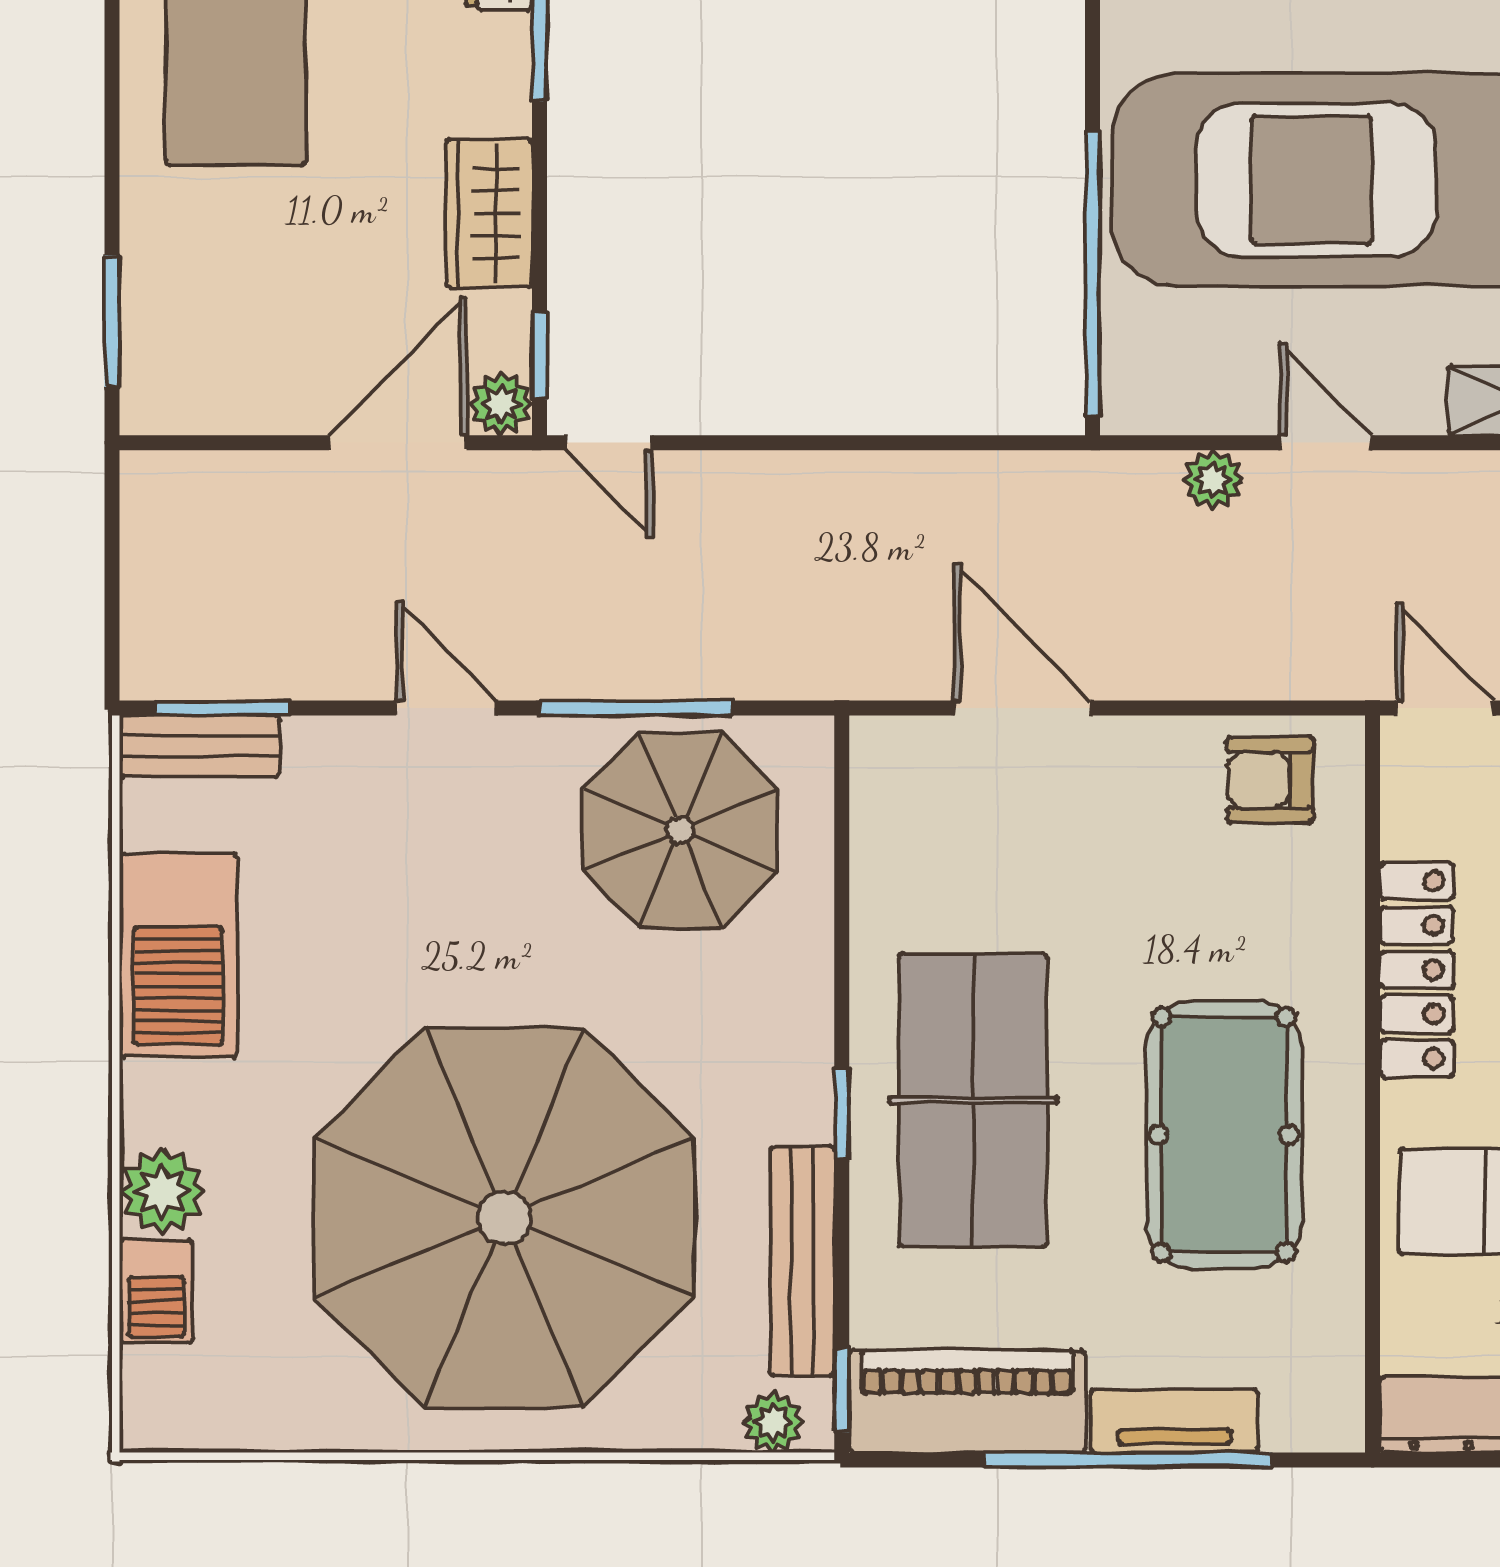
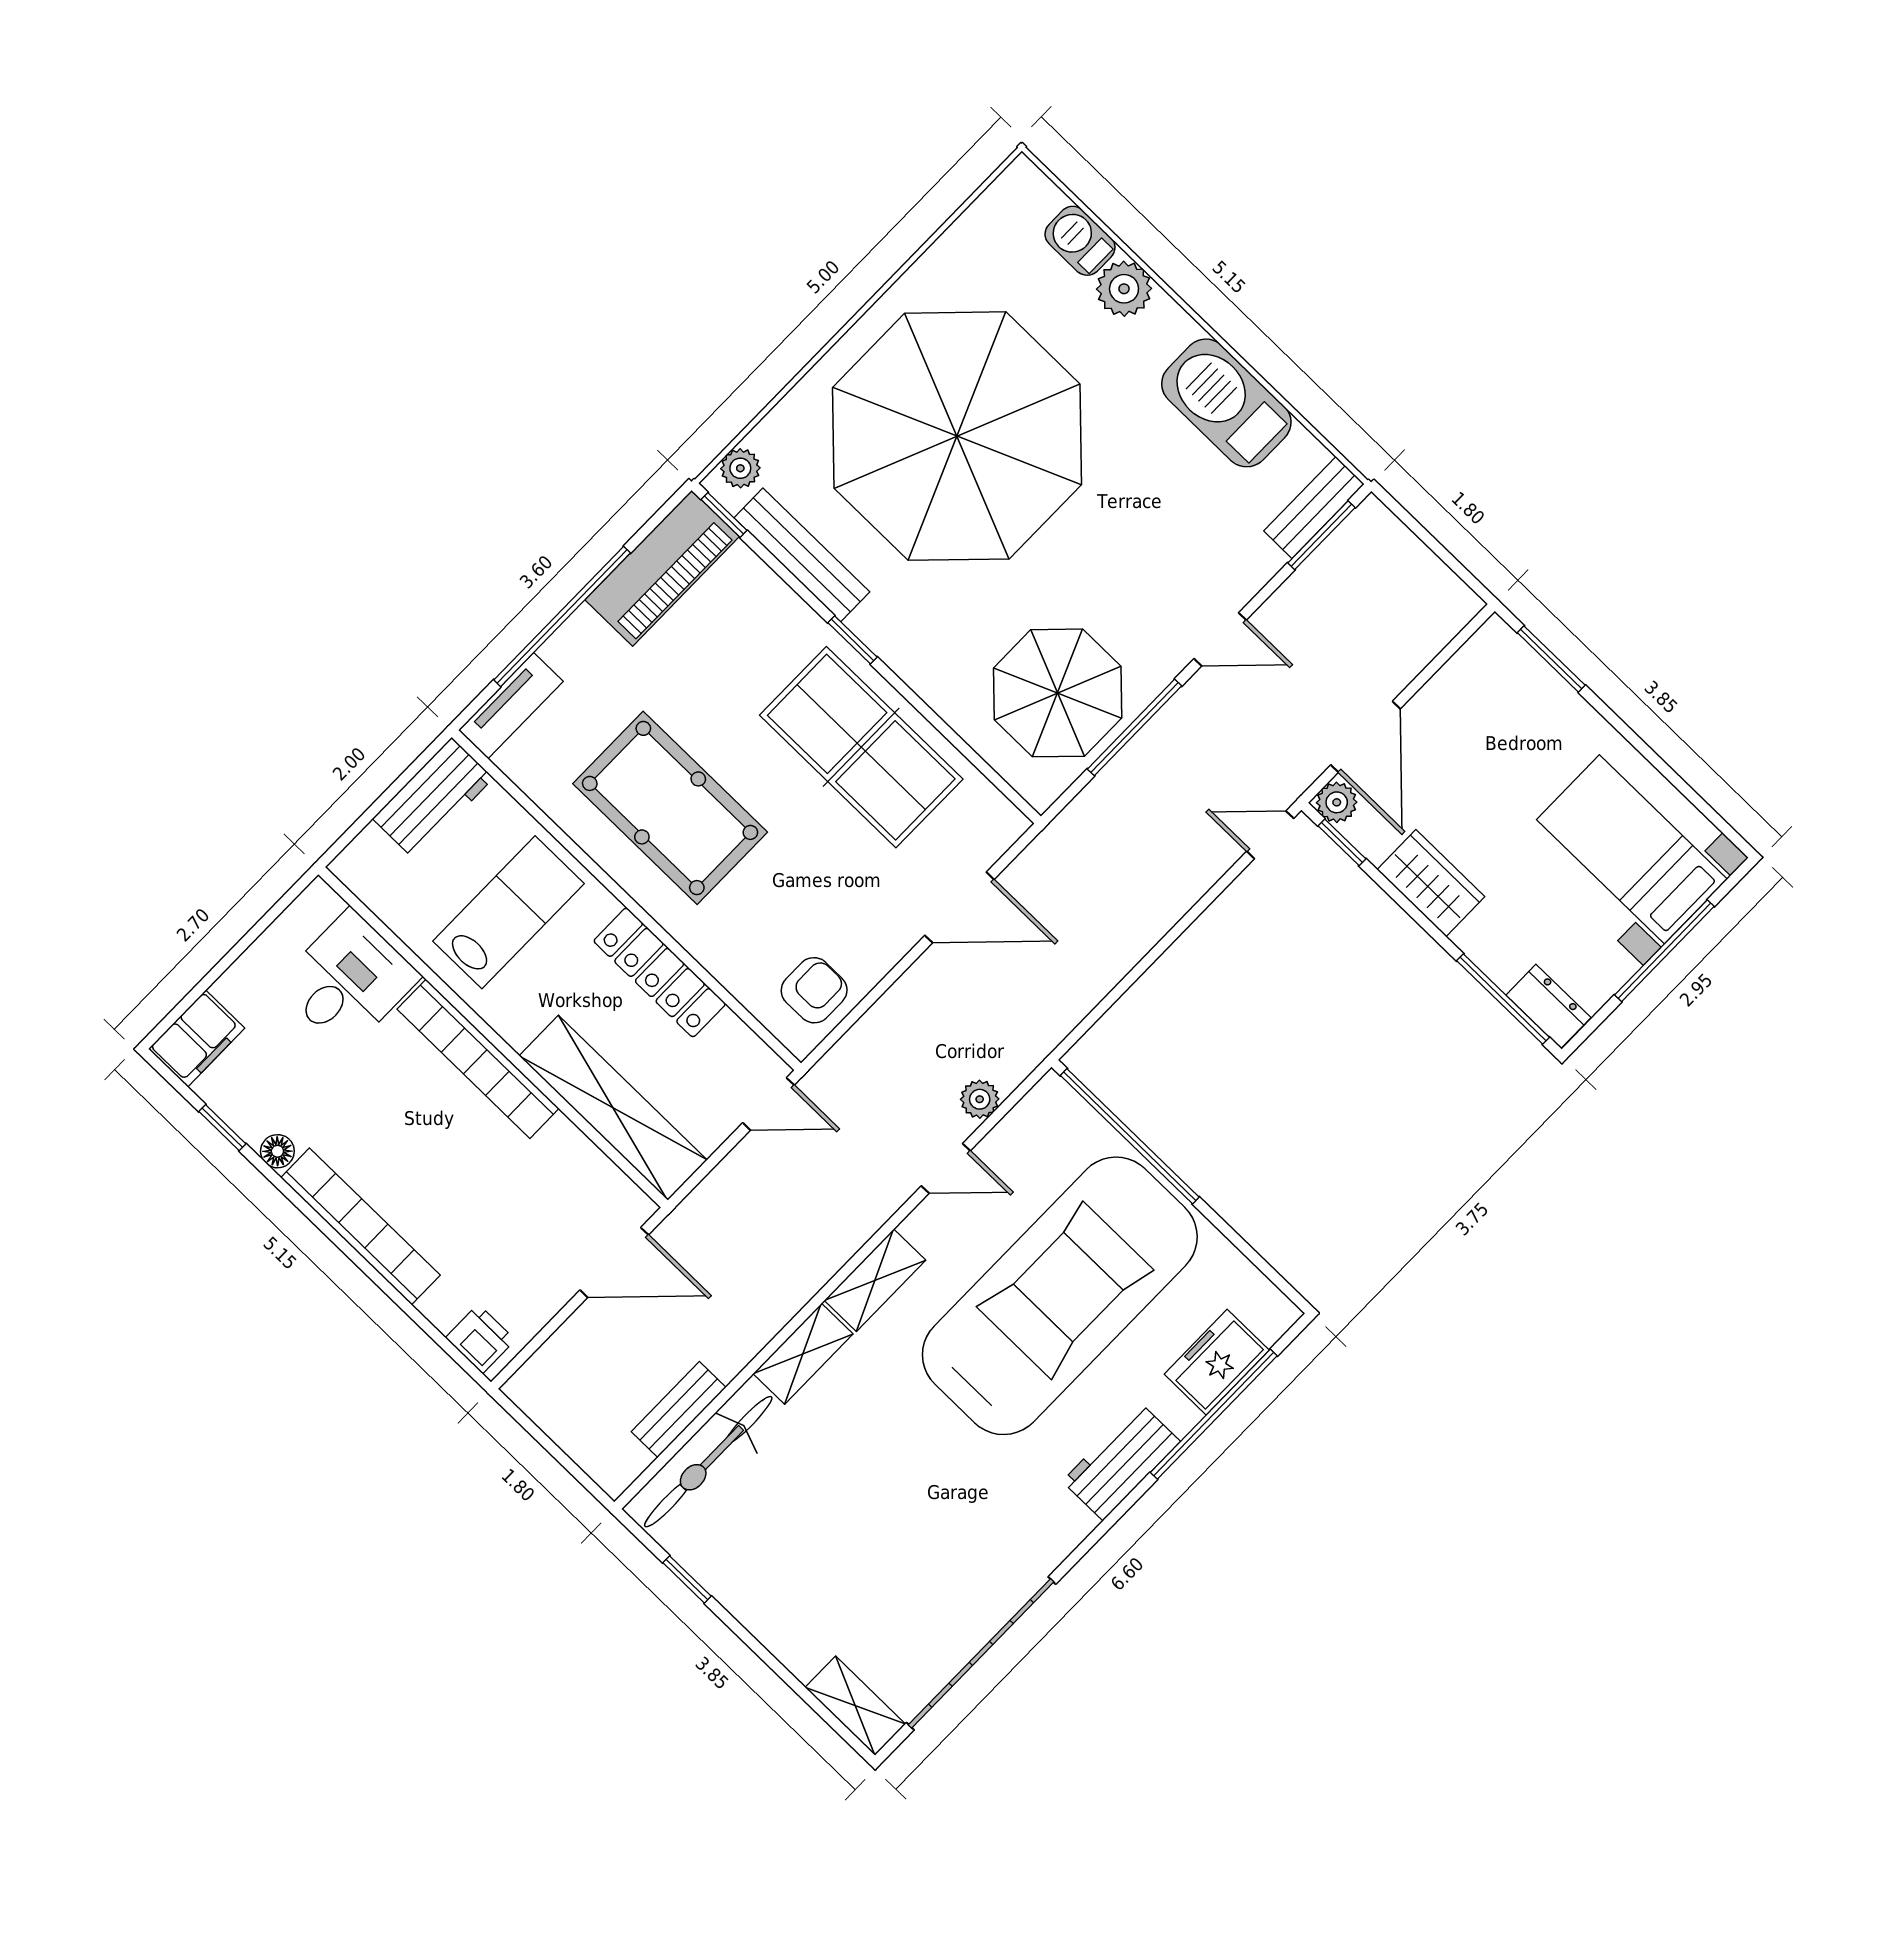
table tennis table: (973, 1100) -> (861, 747), moved
tv unit: (1175, 1421) -> (511, 706), moved

